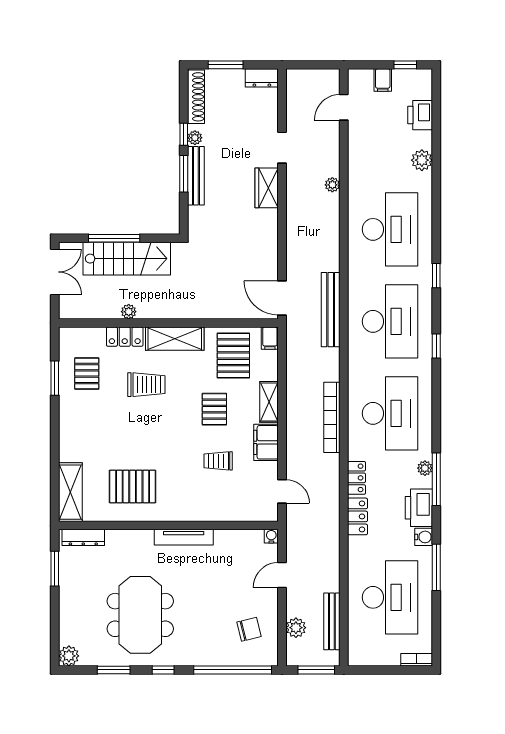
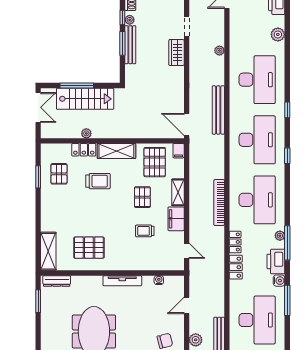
bench: (331, 310) -> (218, 110), moved
water cooler: (271, 536) -> (159, 280), moved

